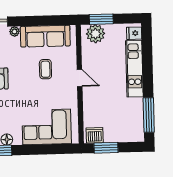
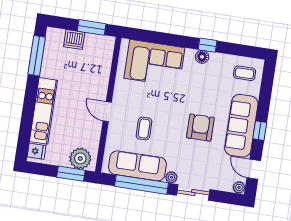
window: (39, 21) -> (142, 185), added
dishwasher: (95, 135) -> (74, 40), moved

